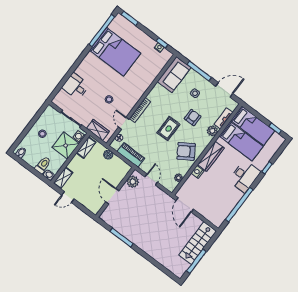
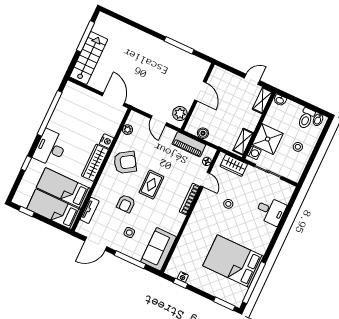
plant: (212, 131) -> (99, 193), removed
boiler: (108, 155) -> (203, 133), moved
toilet: (43, 165) -> (306, 118), moved

